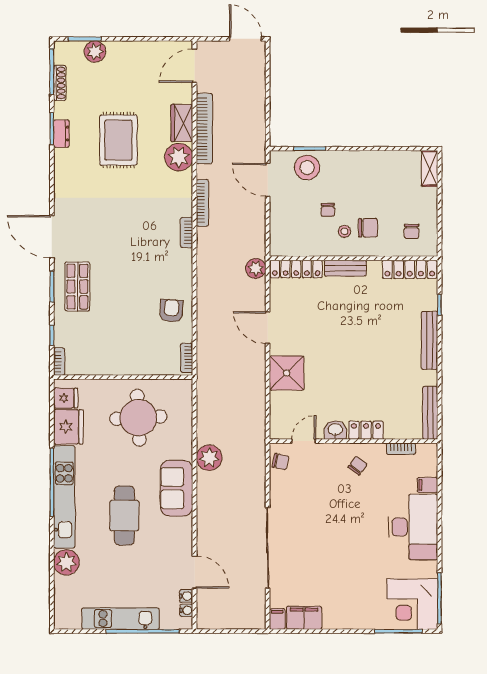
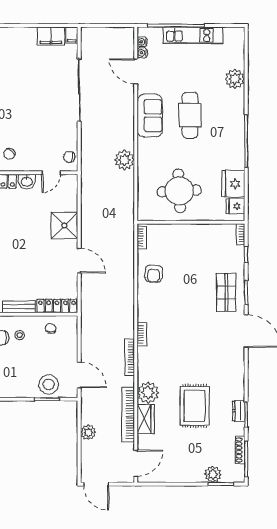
chair: (328, 210) -> (50, 329), moved
plant: (256, 268) -> (88, 432), moved
sofa: (176, 488) -> (150, 116), moved
kitchen unit: (64, 497) -> (237, 130), removed

